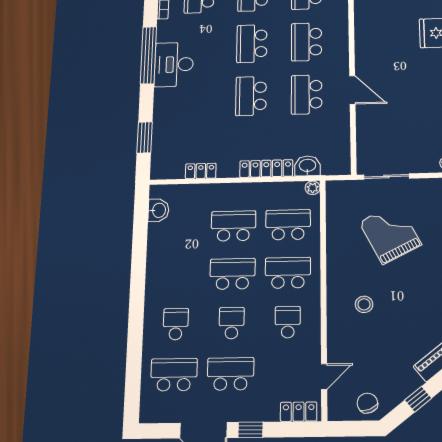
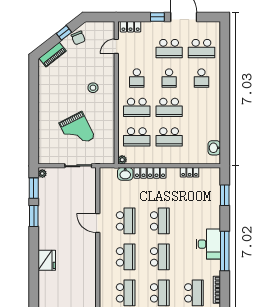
chair: (367, 403) -> (78, 38), moved

